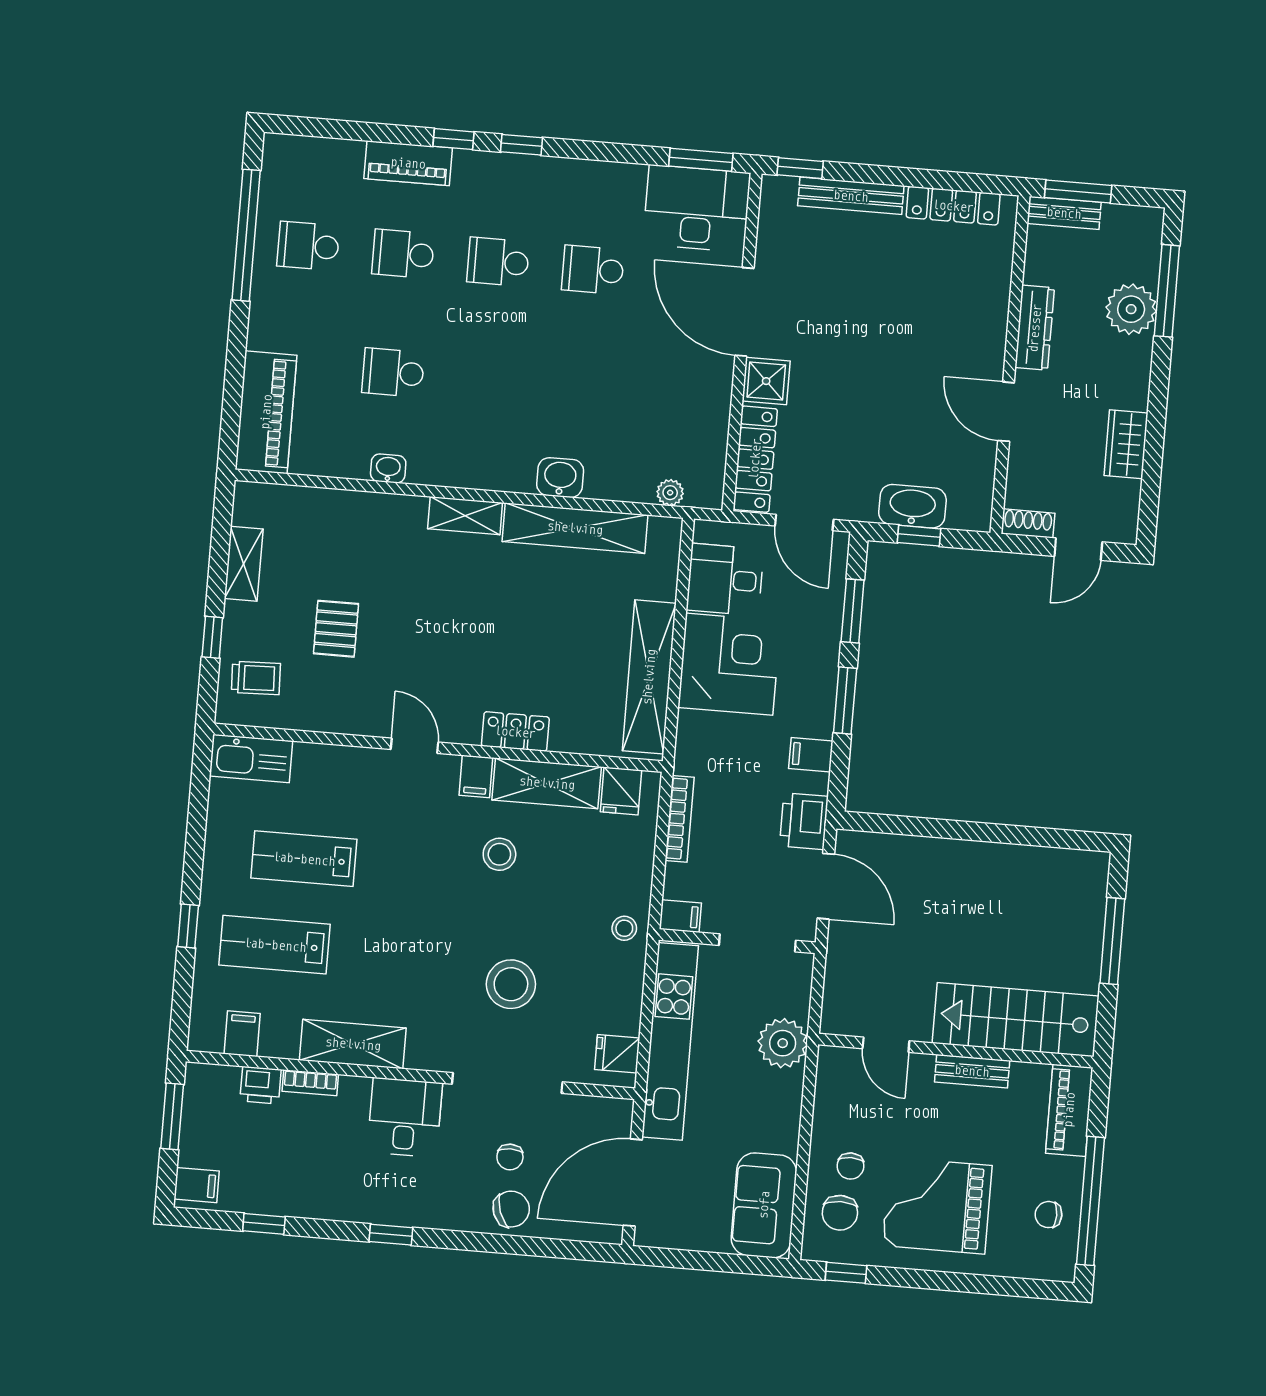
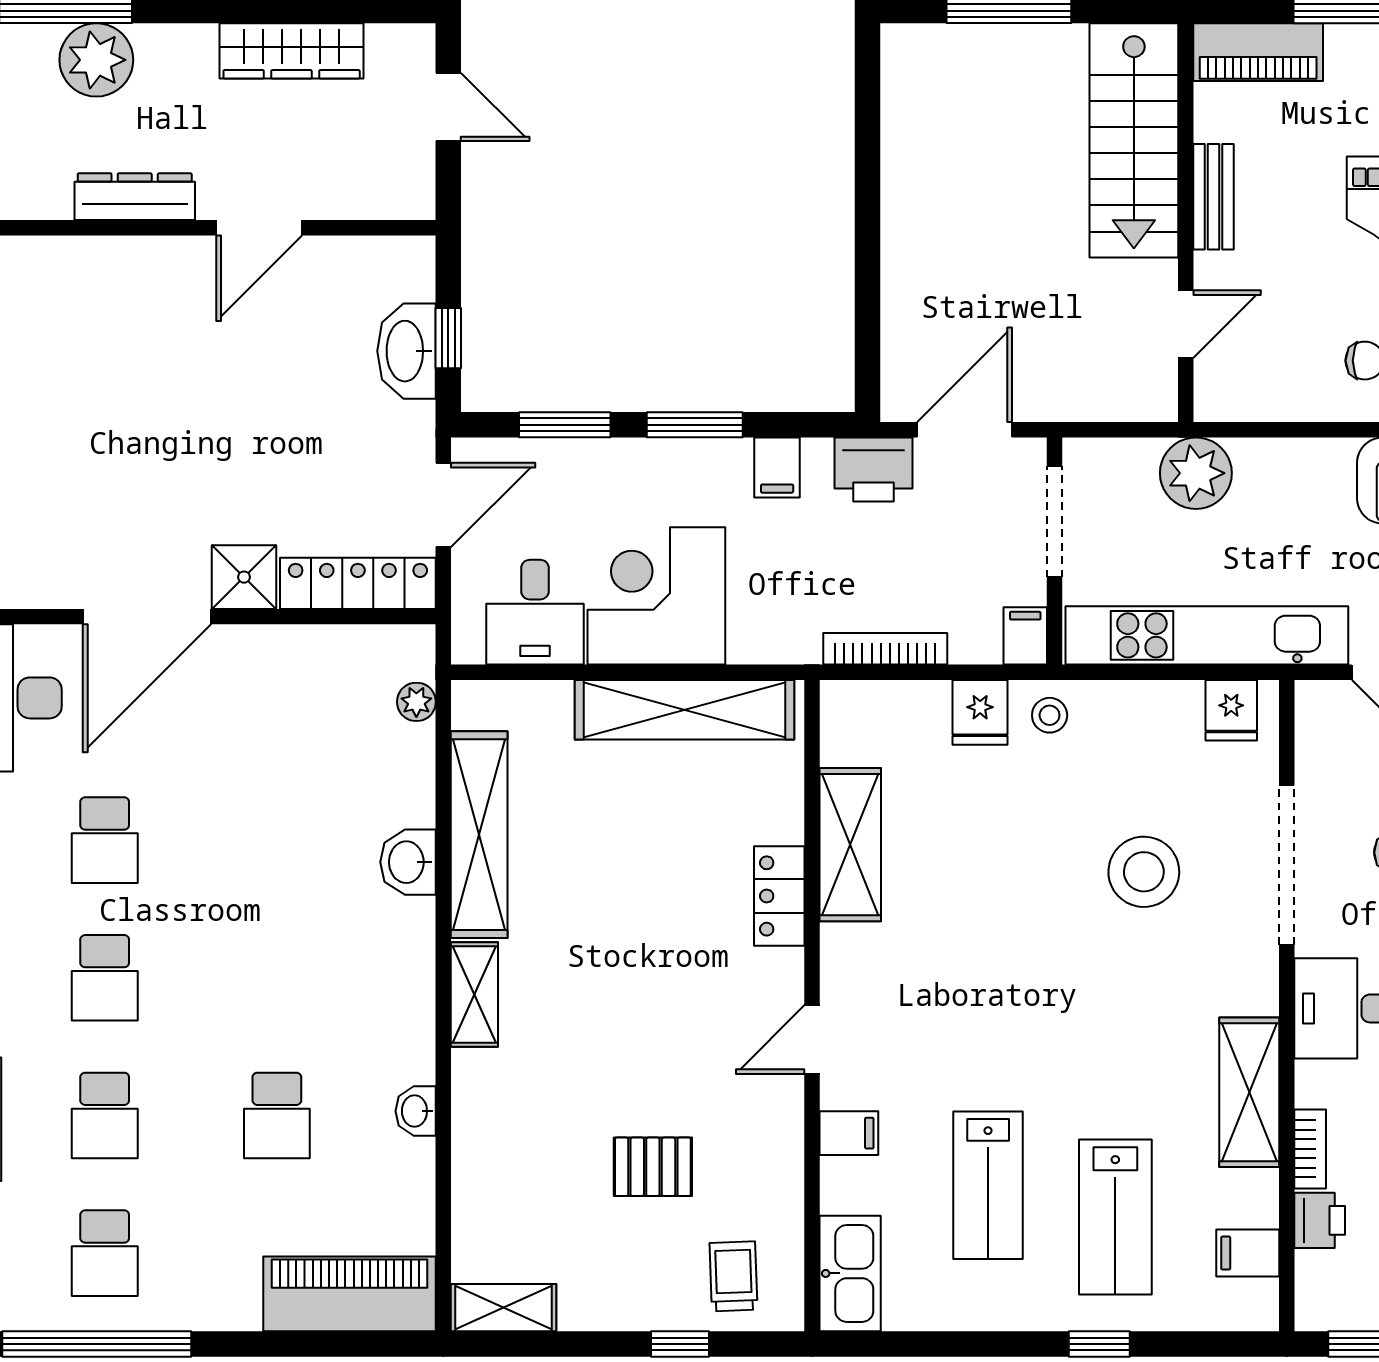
wardrobe: (1126, 444) -> (292, 51), width x1.50
shoe rack: (1028, 523) -> (417, 183), removed
shelving: (244, 564) -> (503, 1308), moved
filing cabinet: (476, 776) -> (849, 1133), moved
fridge: (621, 791) -> (980, 712), moved, turned 90
stool: (499, 854) -> (958, 904), removed

